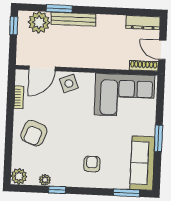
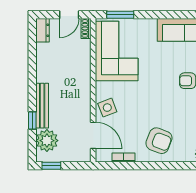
window: (59, 9) -> (32, 121), width x0.67
dresser: (143, 23) -> (43, 30), width x0.70
shoe rack: (144, 66) -> (86, 28), width x0.70
window: (158, 138) -> (120, 15), moved

